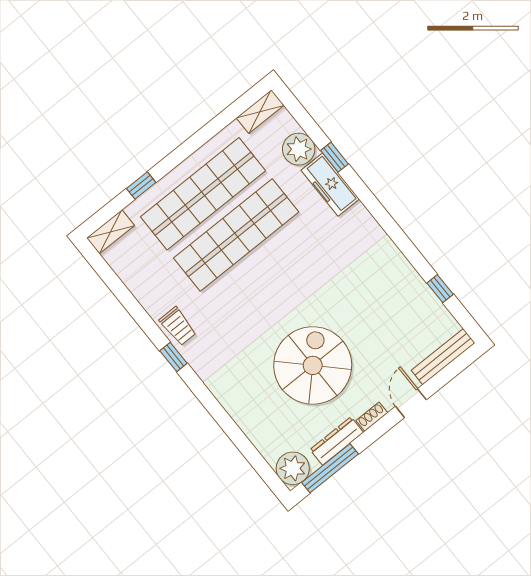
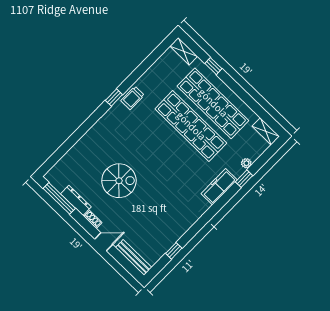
plant: (299, 149) -> (246, 163), width x0.53, depth x0.53
freezer: (330, 185) -> (219, 187), moved
spiral stairs: (313, 365) -> (119, 181), width x0.73, depth x0.73
plant: (293, 468) -> (56, 176), removed

